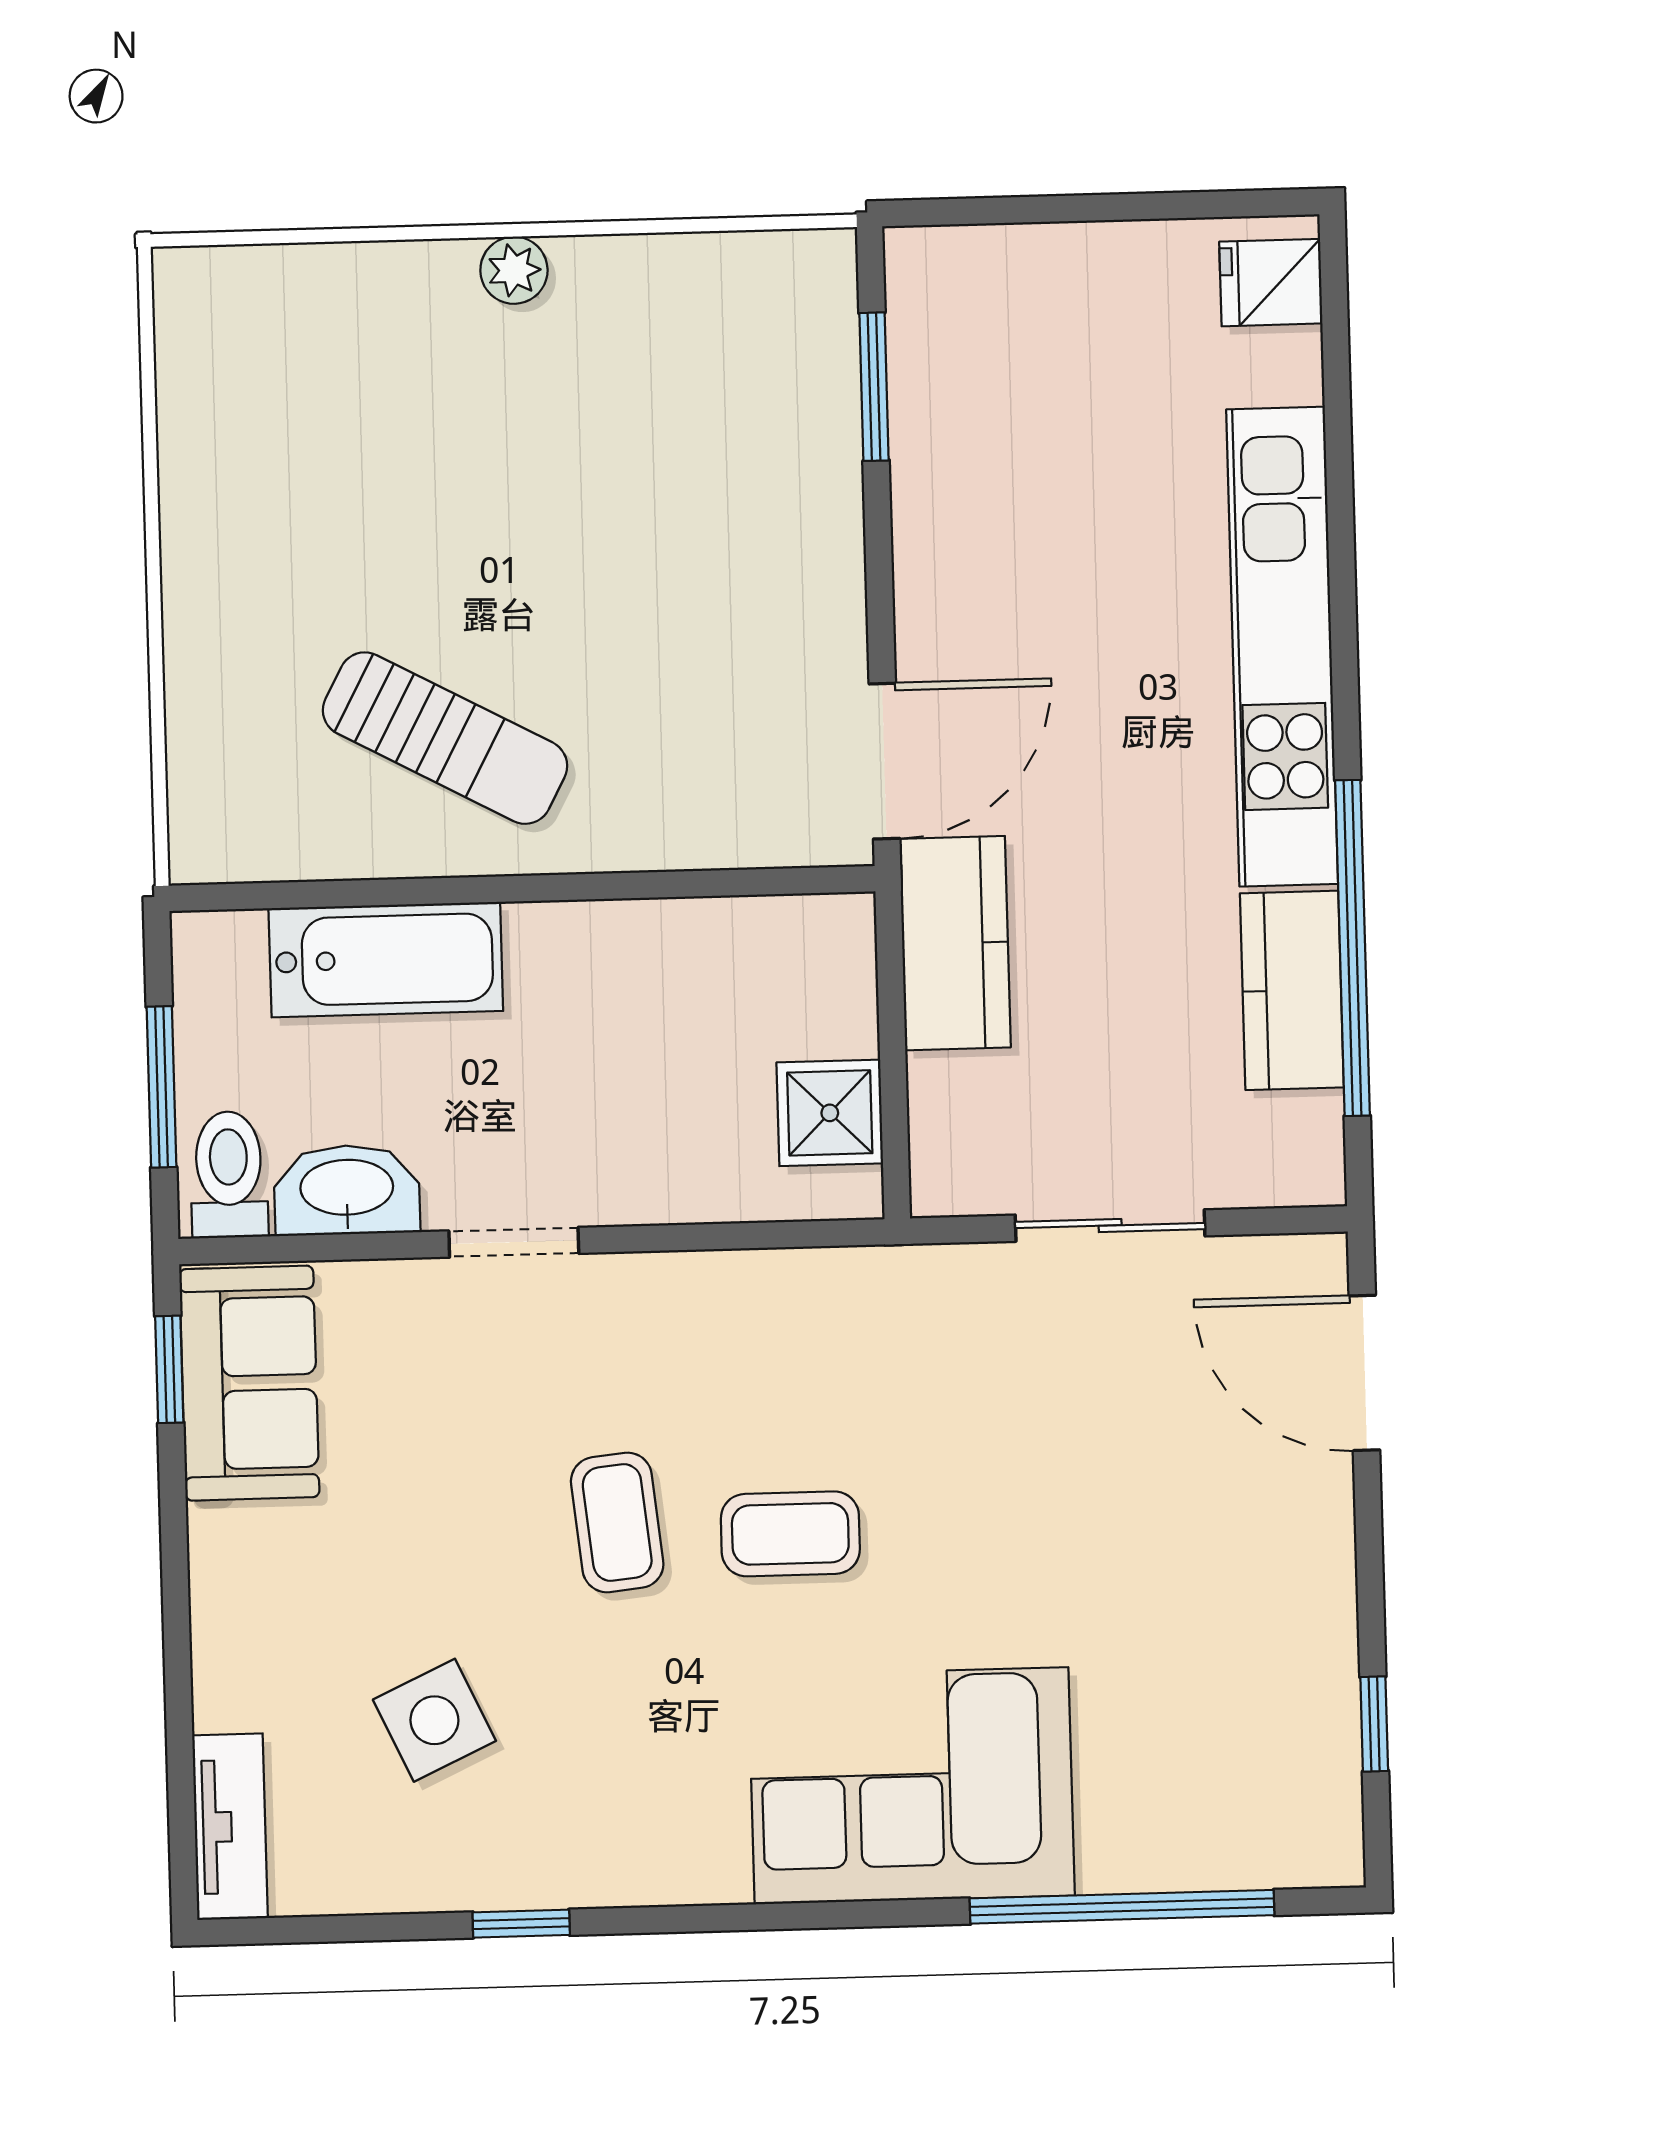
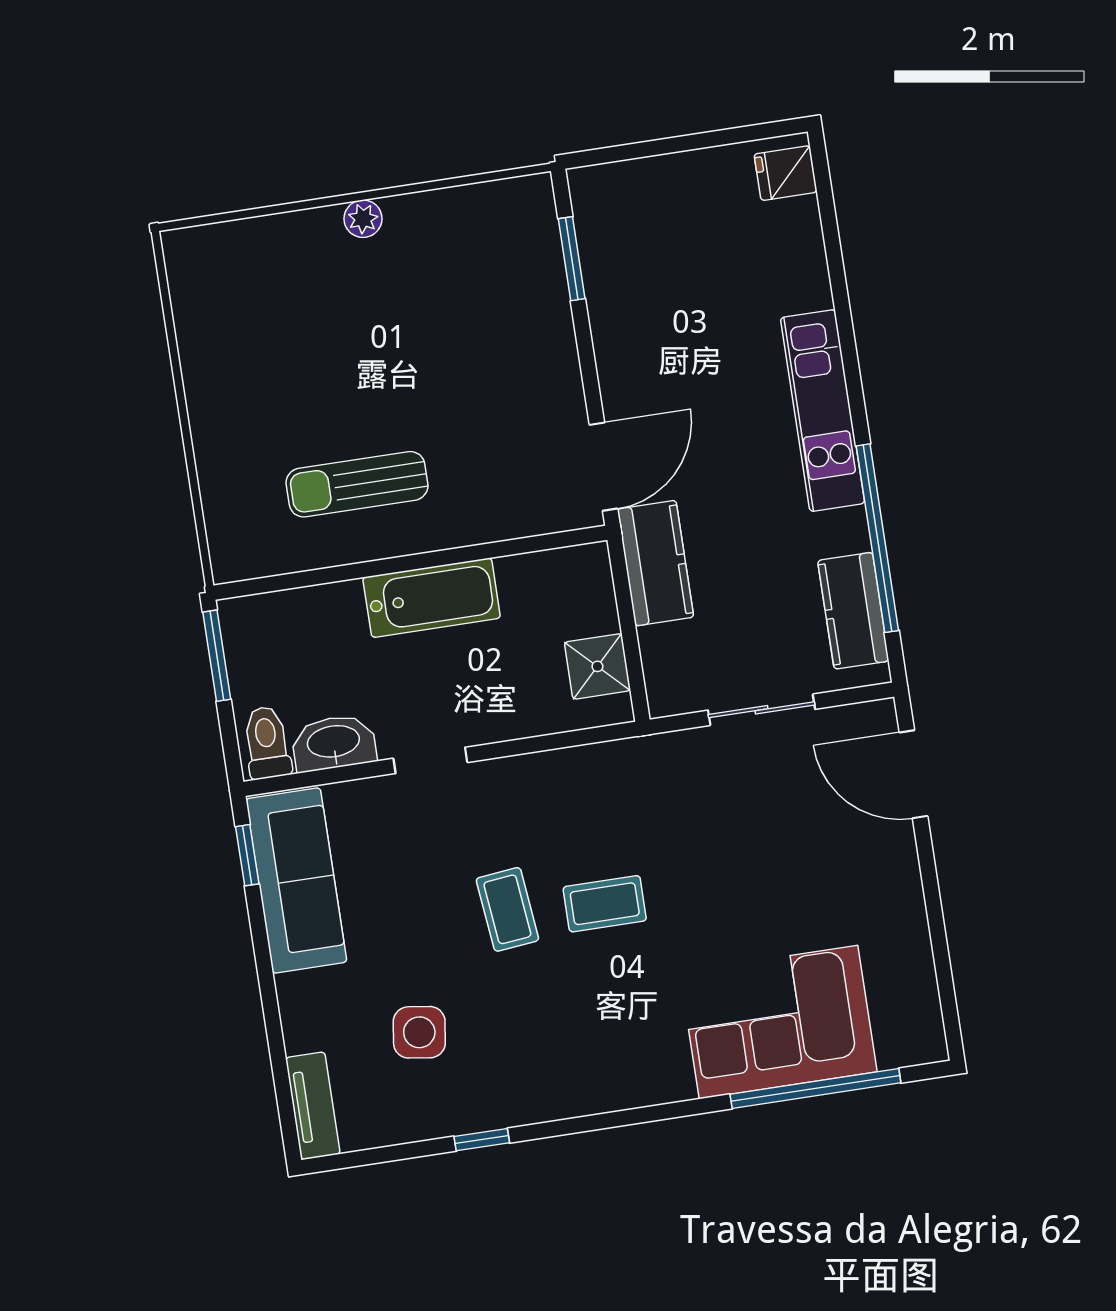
kitchen unit: (1282, 647) -> (823, 411), width x0.73
sun lounger: (445, 738) -> (357, 484), turned 152
bathtub: (386, 960) -> (432, 598), moved
kitchen counter: (1292, 990) -> (853, 611), moved
window: (161, 1087) -> (217, 656), moved
sofa: (249, 1383) -> (296, 880), width x1.36
side table: (434, 1720) -> (419, 1032), turned 33
window: (1374, 1724) -> (943, 969), removed
corner sofa: (911, 1786) -> (778, 1022), moved

